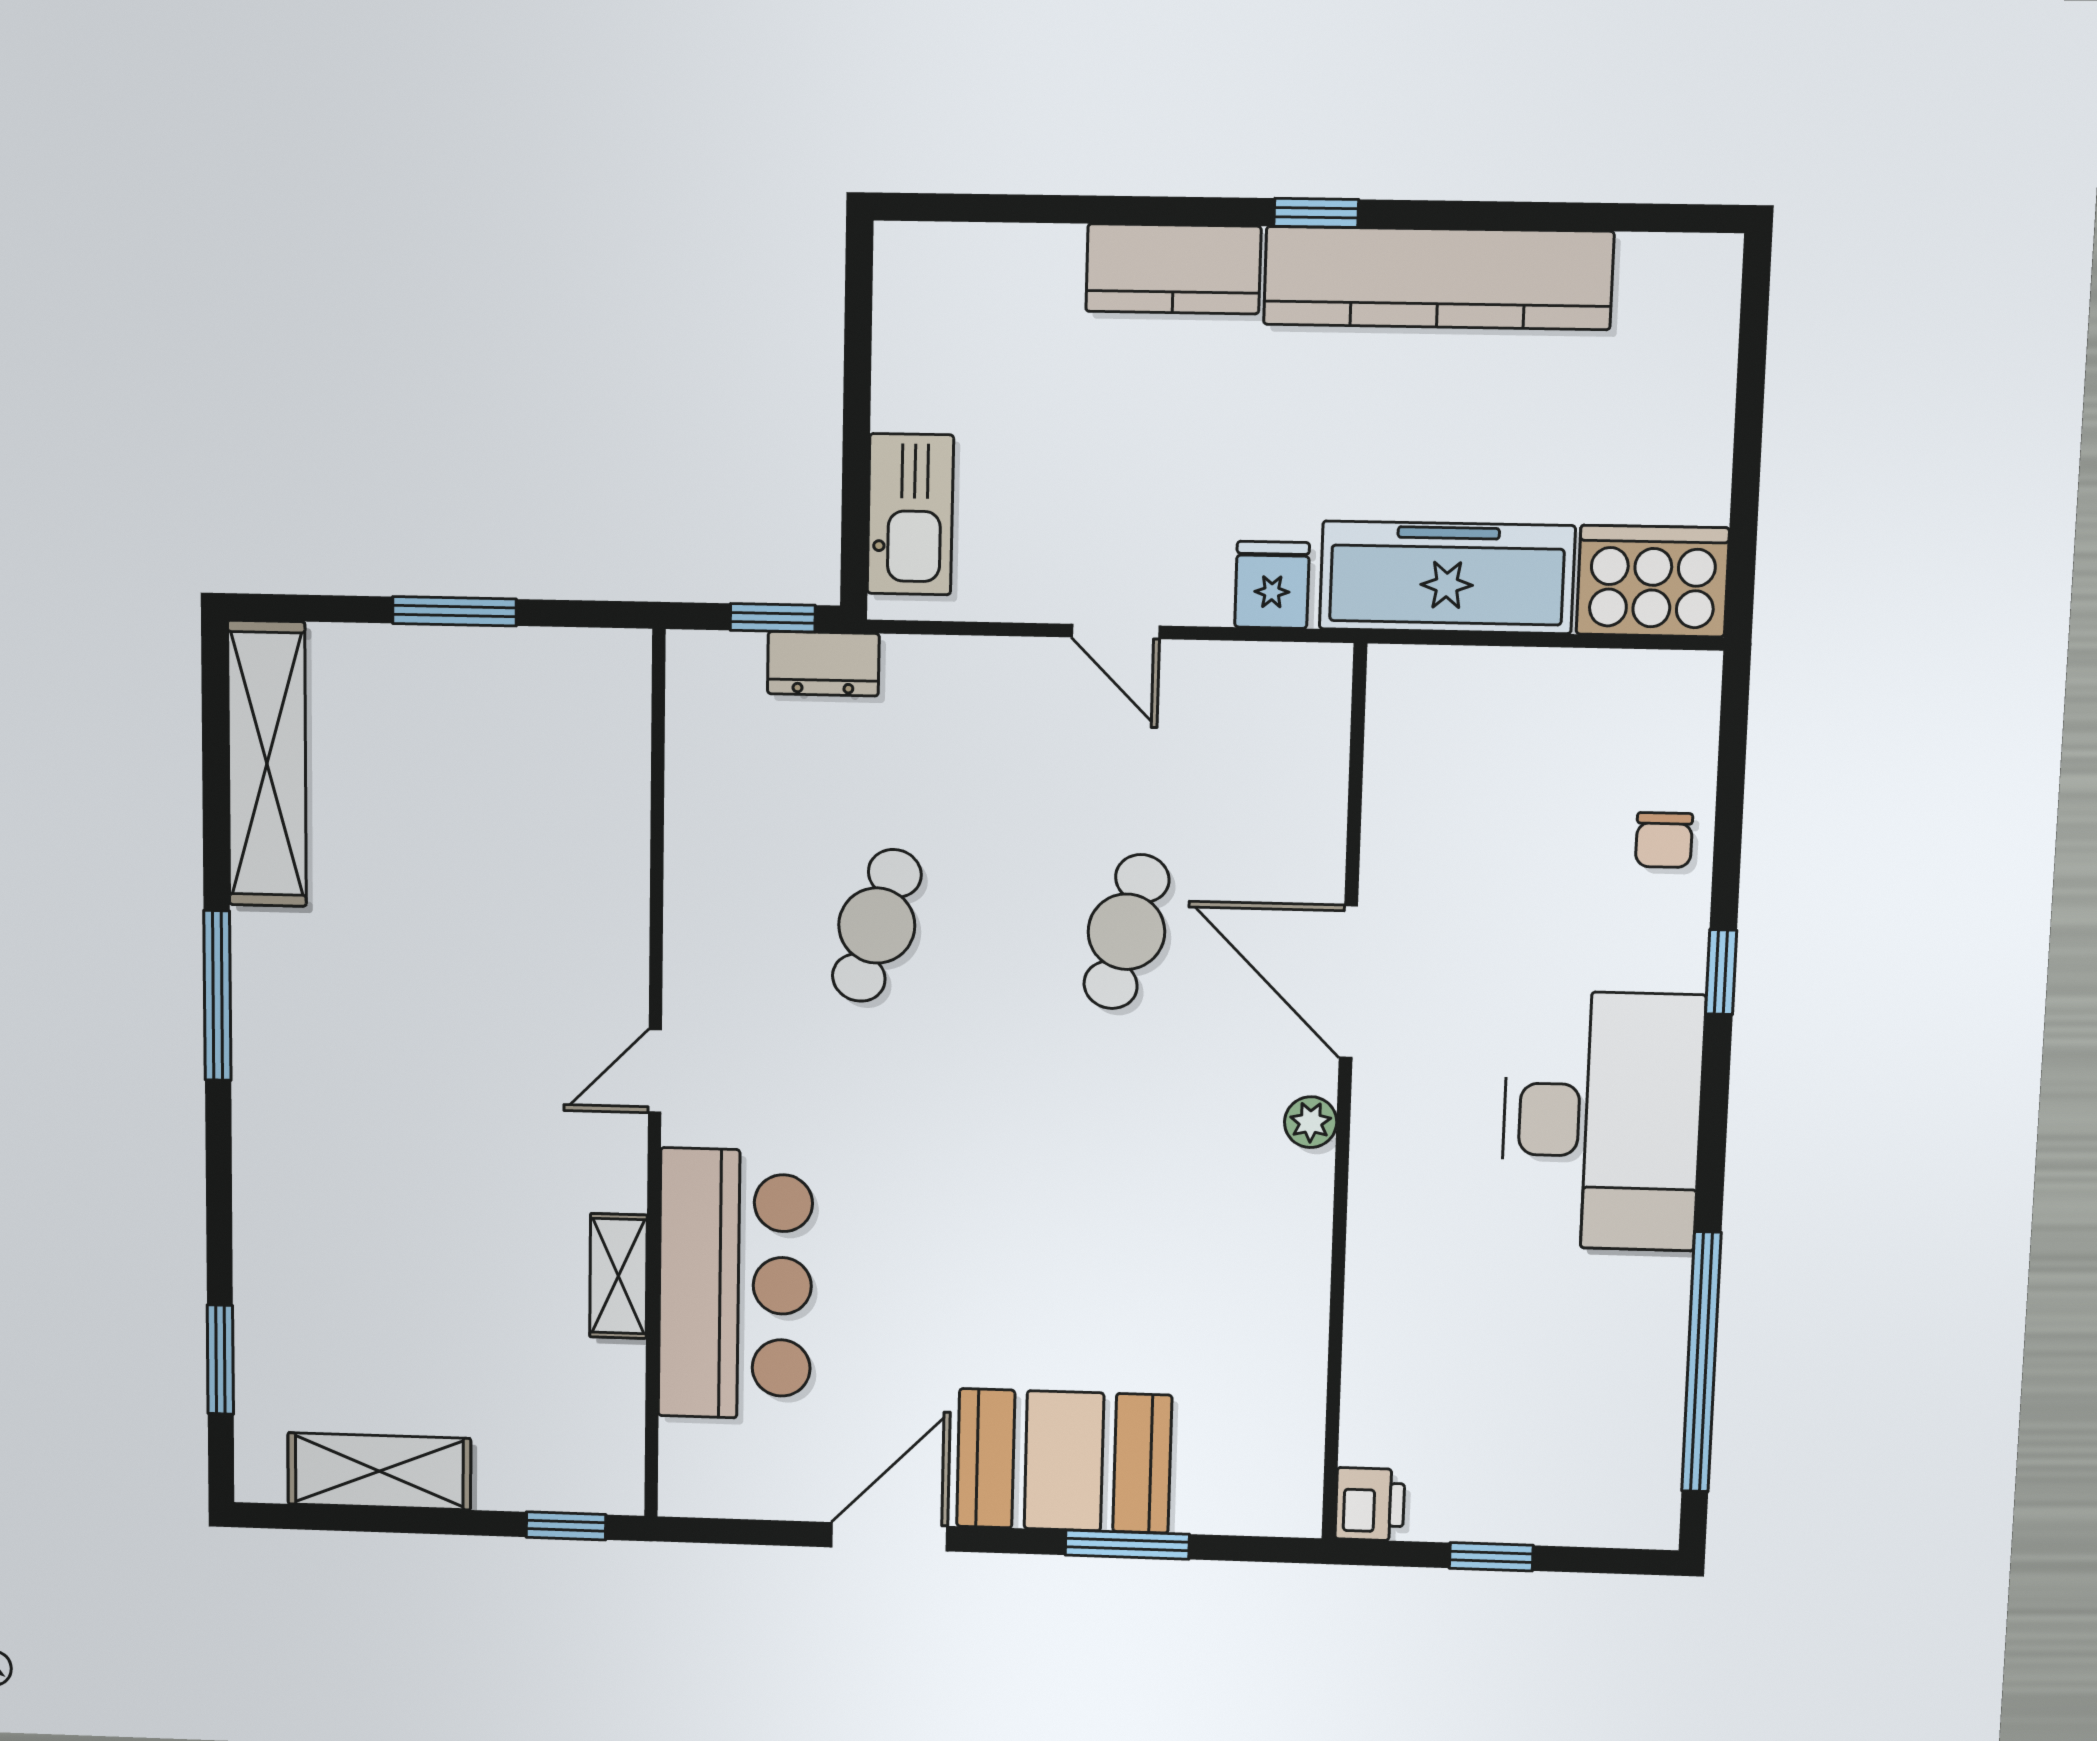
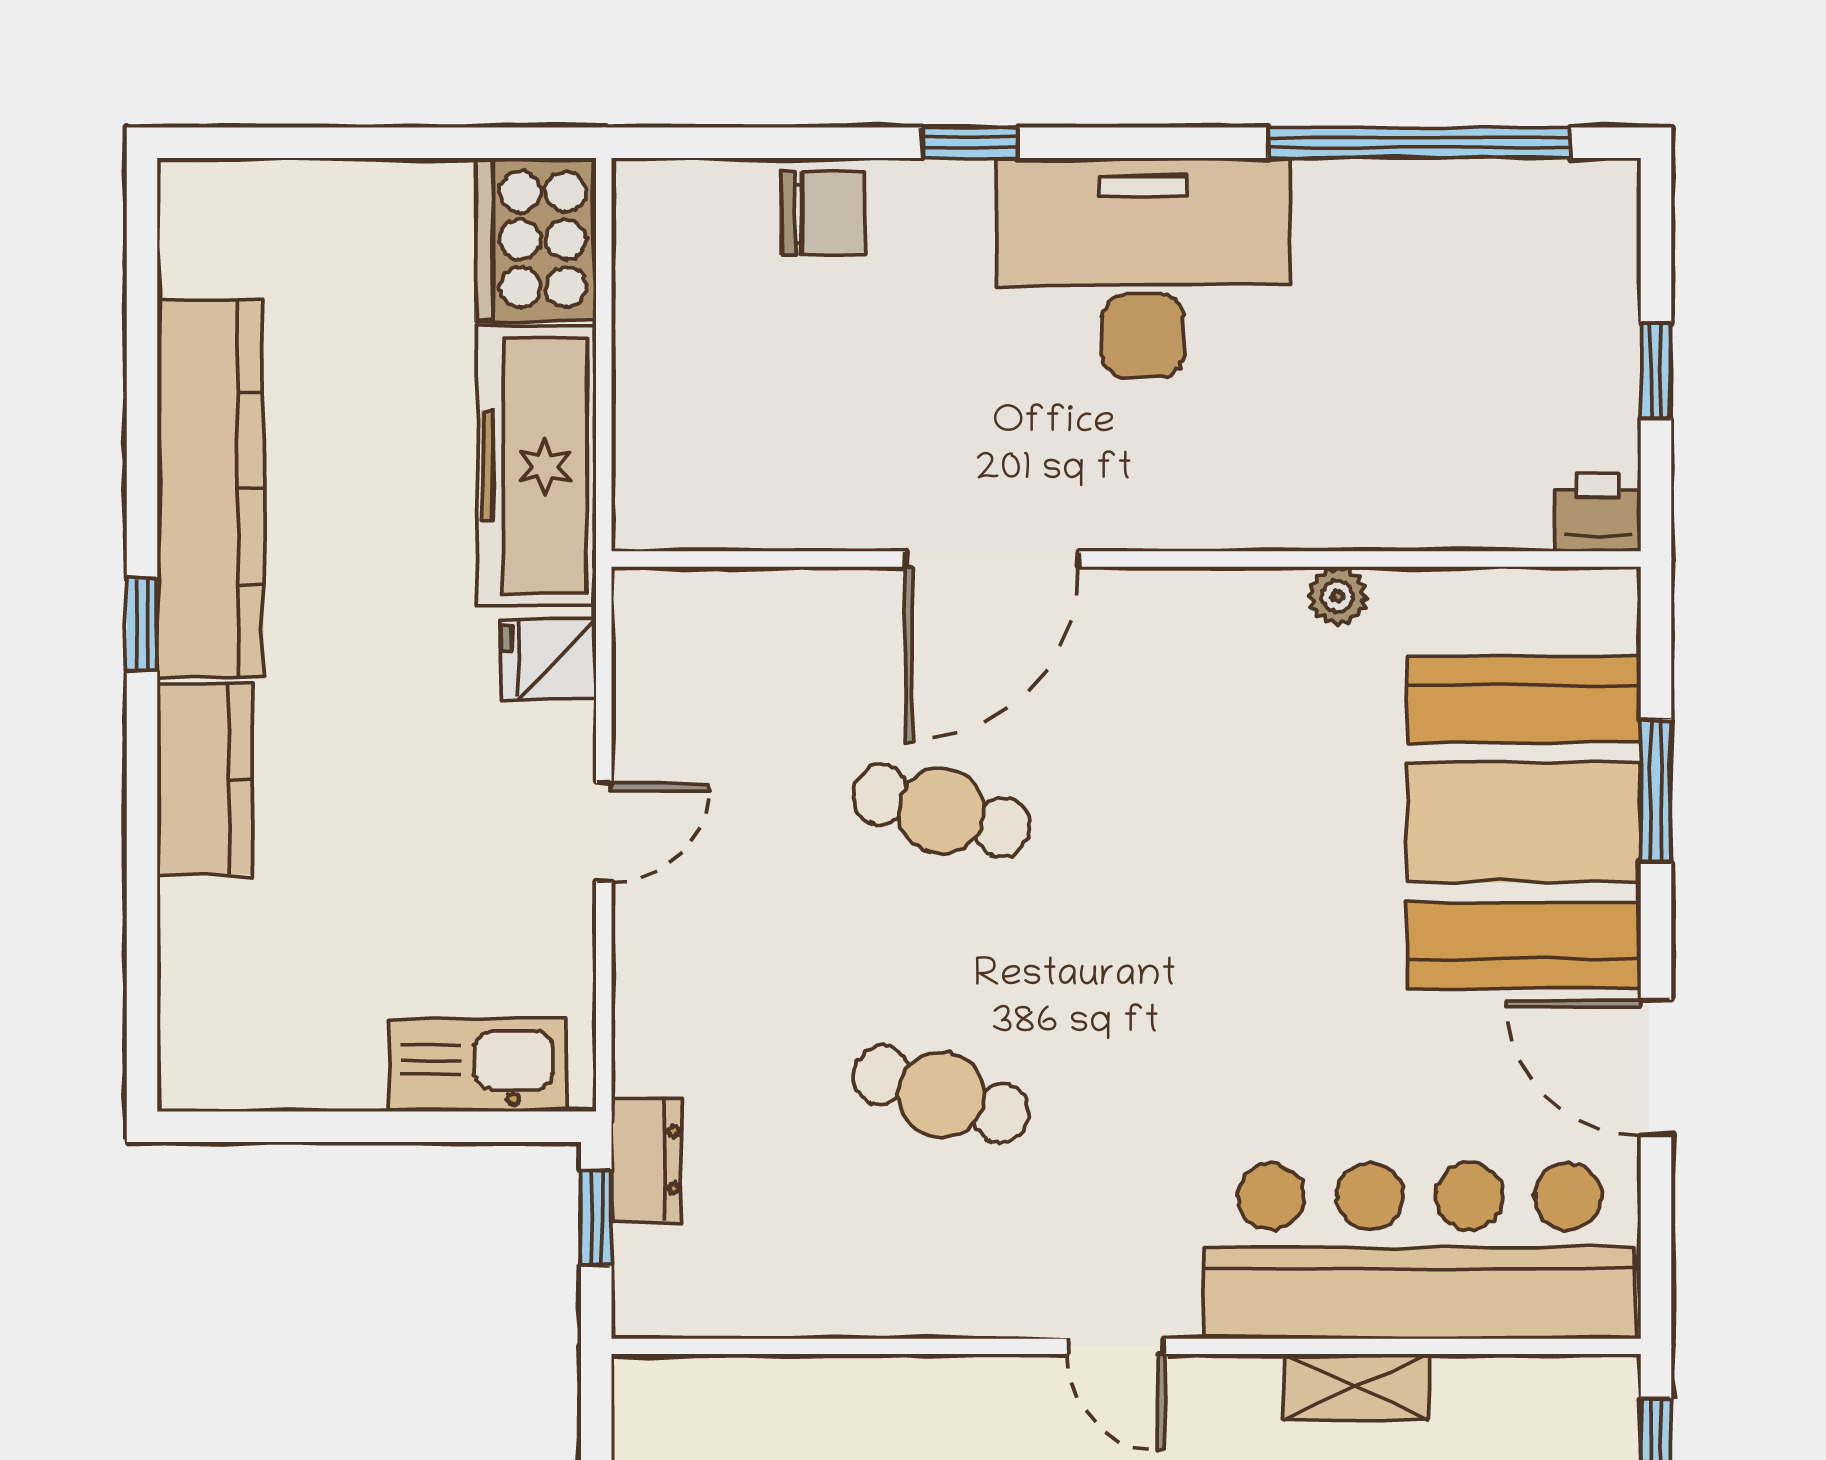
chair: (1664, 840) -> (823, 213), width x1.37, depth x1.37
plant: (1311, 1122) -> (1338, 596), moved
bar counter: (735, 1284) -> (1420, 1251), width x1.36
booth: (1064, 1461) -> (1524, 822), width x1.36, depth x1.42

